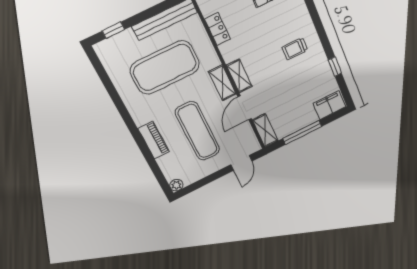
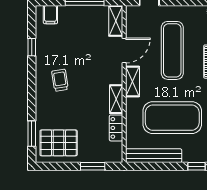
trolley: (295, 49) -> (60, 80), turned -99
shelving: (239, 76) -> (116, 99), moved
filing cabinet: (329, 105) -> (50, 15), width x0.50

